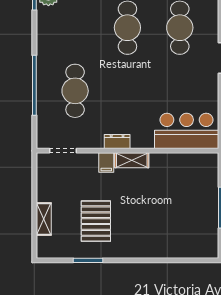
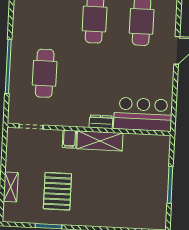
dresser: (117, 142) -> (101, 122), moved
shelving: (132, 160) -> (100, 141), width x1.50, depth x1.33

